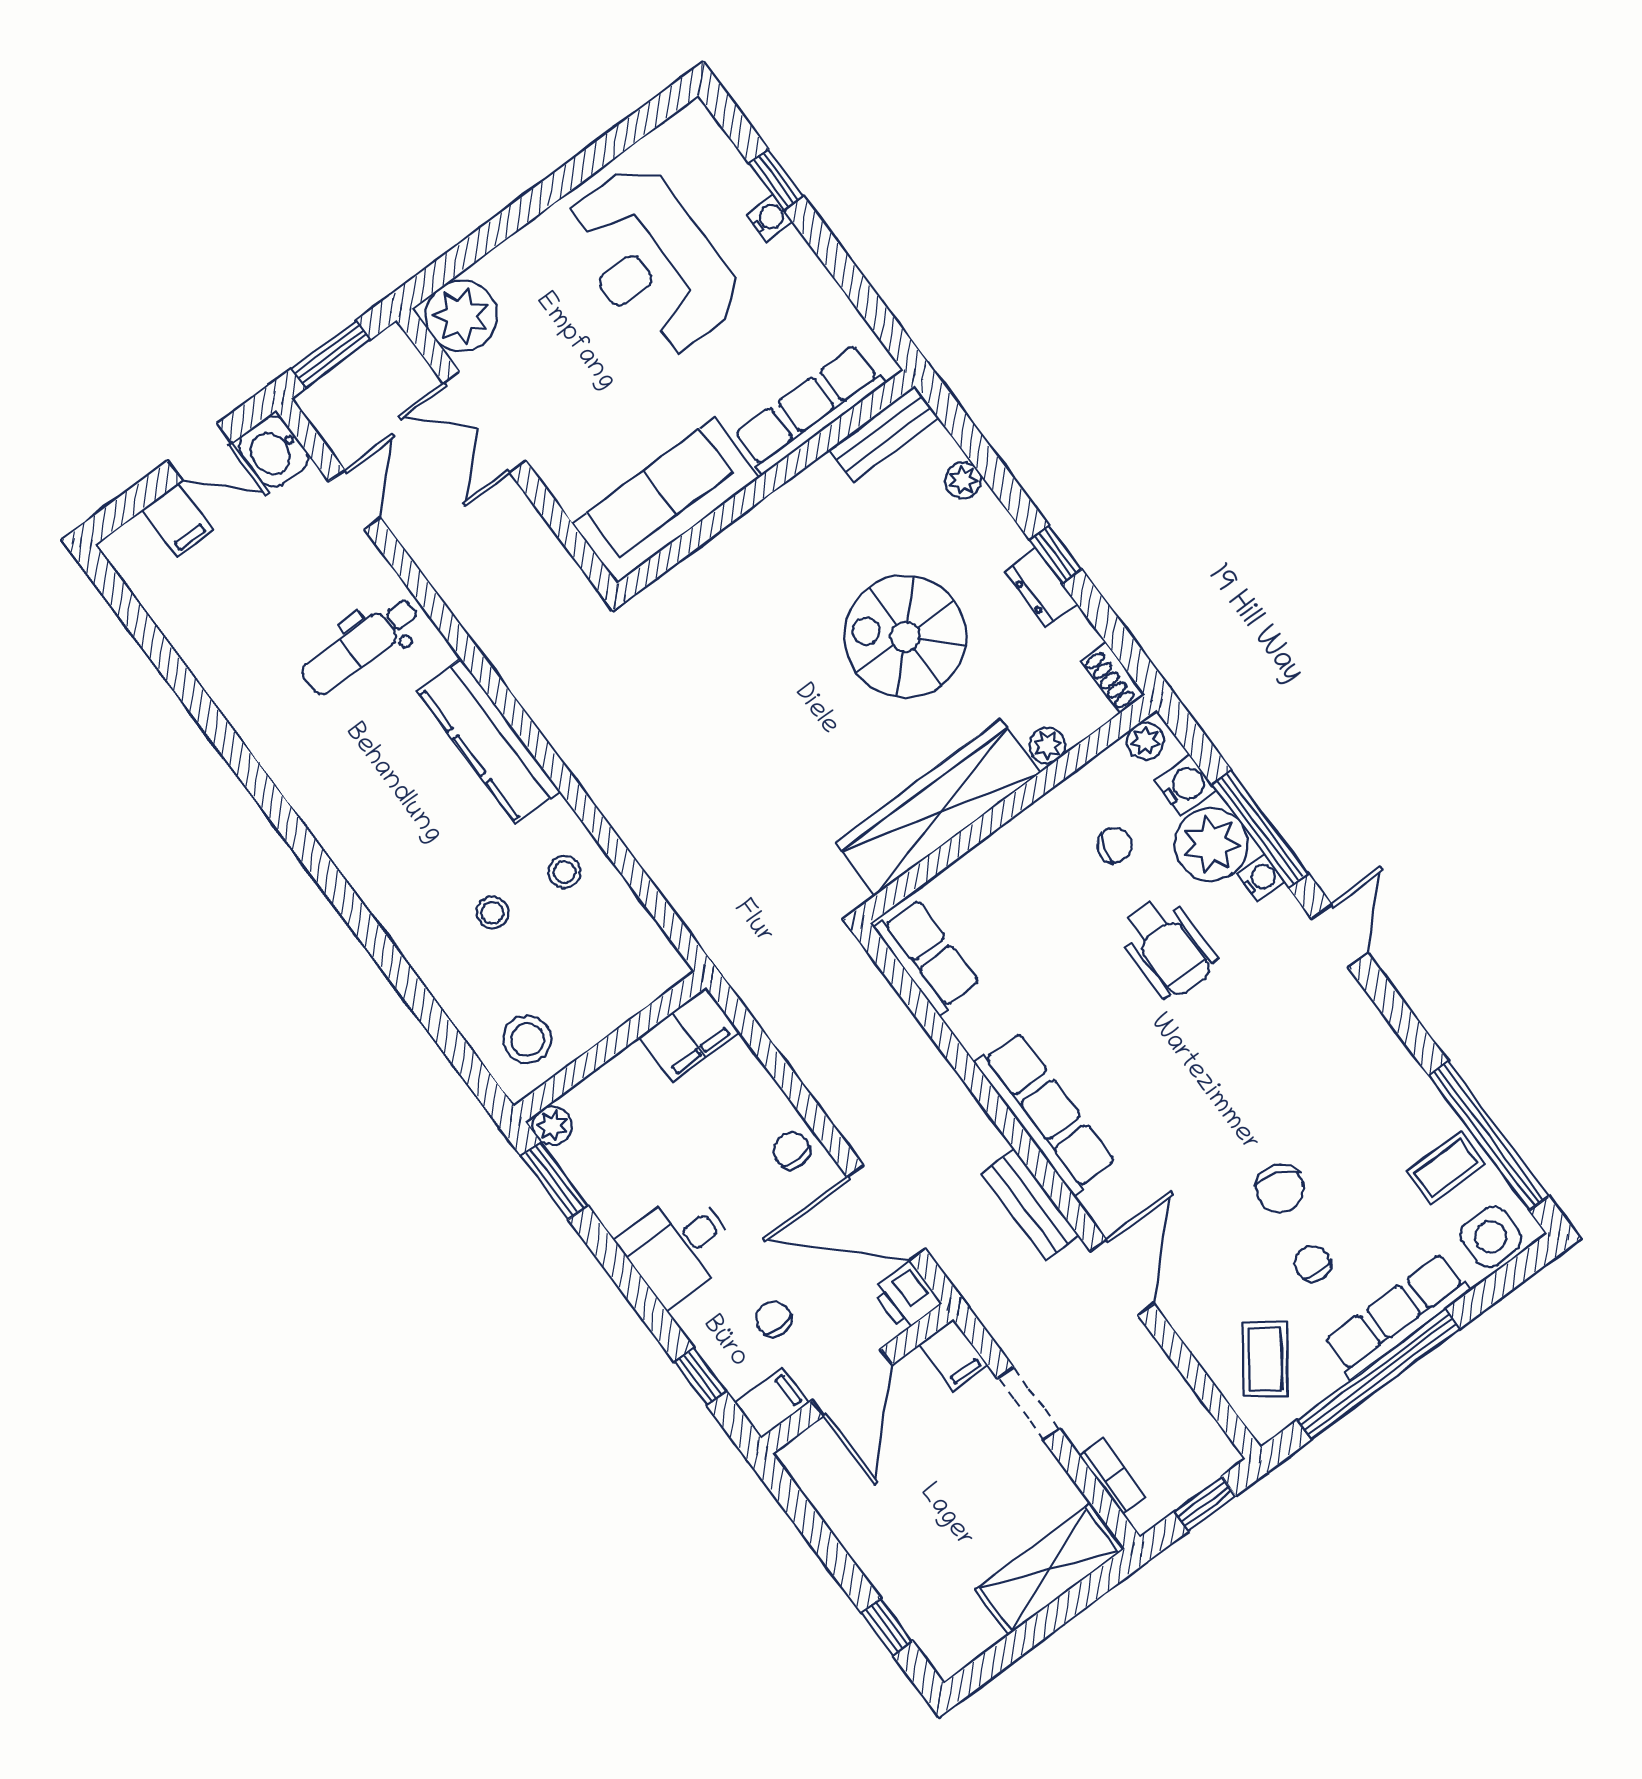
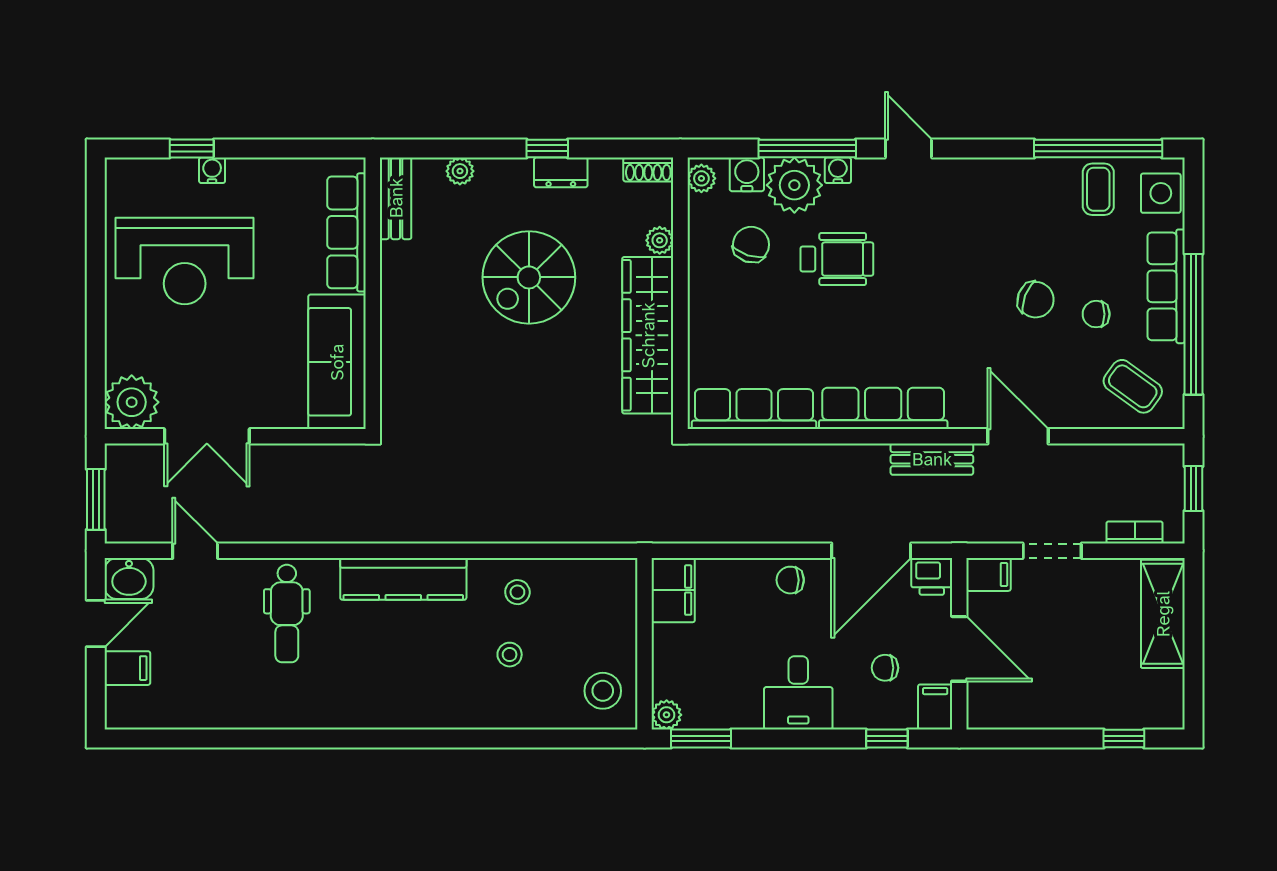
chair: (1115, 845) -> (751, 245), width x1.37, depth x1.37
row of seats: (928, 956) -> (754, 409), width x1.48

